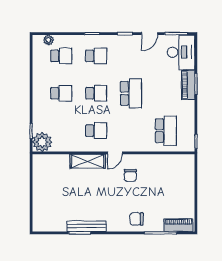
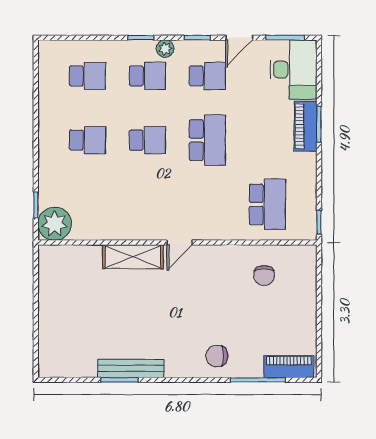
plant: (48, 40) -> (165, 49), moved
school desk: (96, 131) -> (207, 76), moved
chair: (130, 175) -> (264, 275), moved

